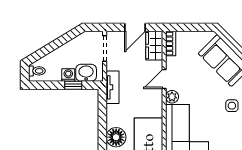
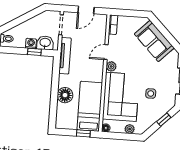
wardrobe: (154, 46) -> (100, 25), removed
tv unit: (112, 87) -> (65, 56), width x1.41
side table: (232, 106) -> (151, 94), moved

